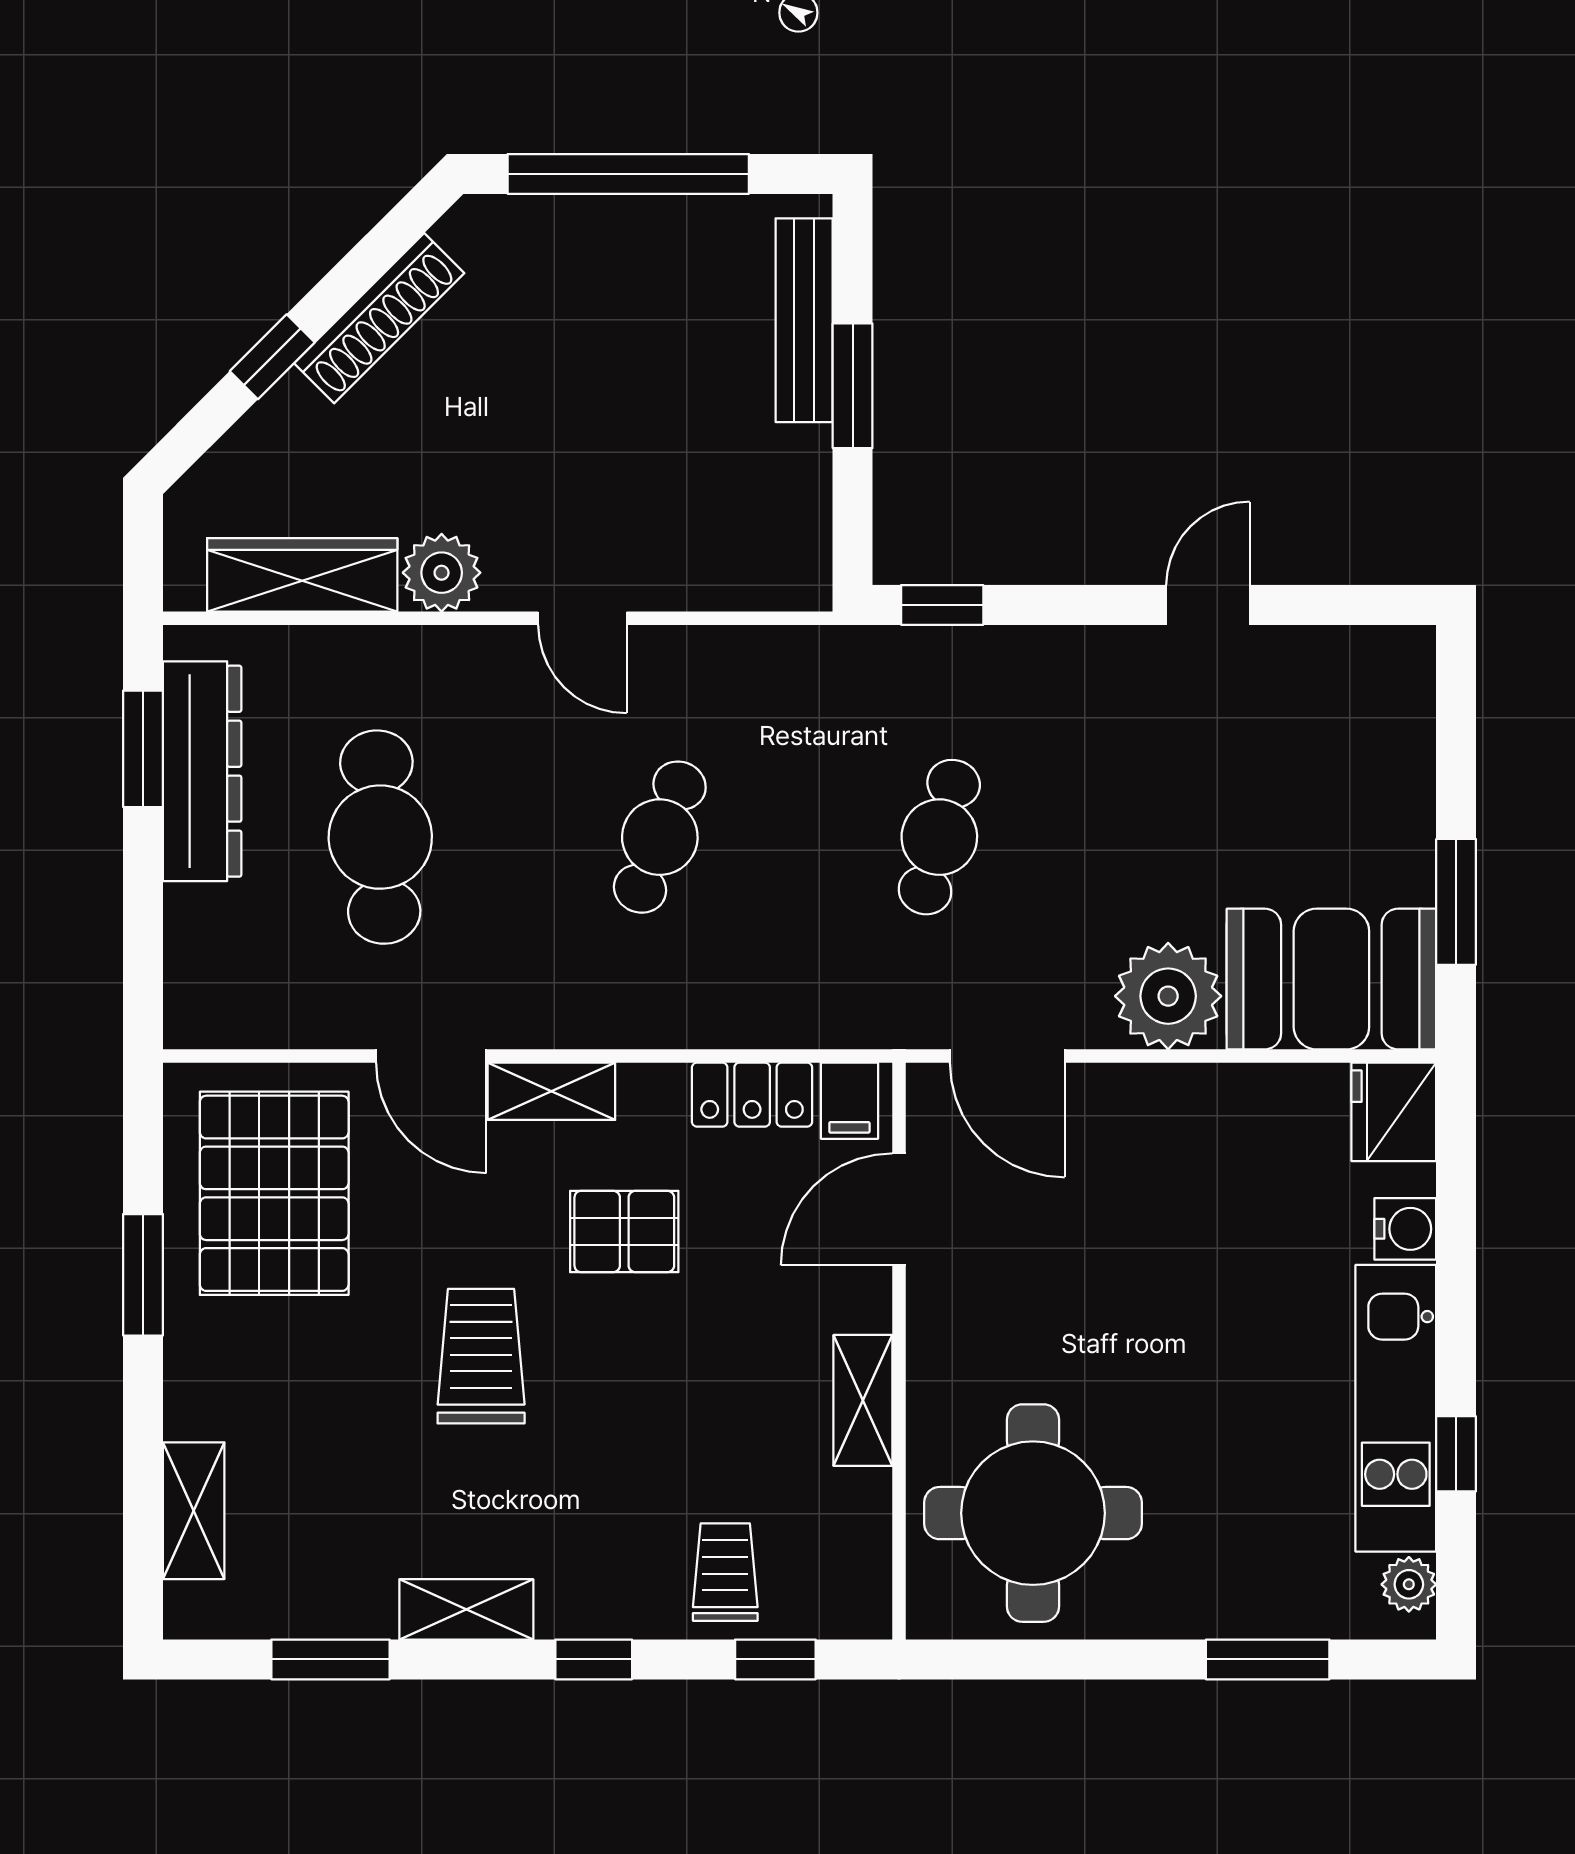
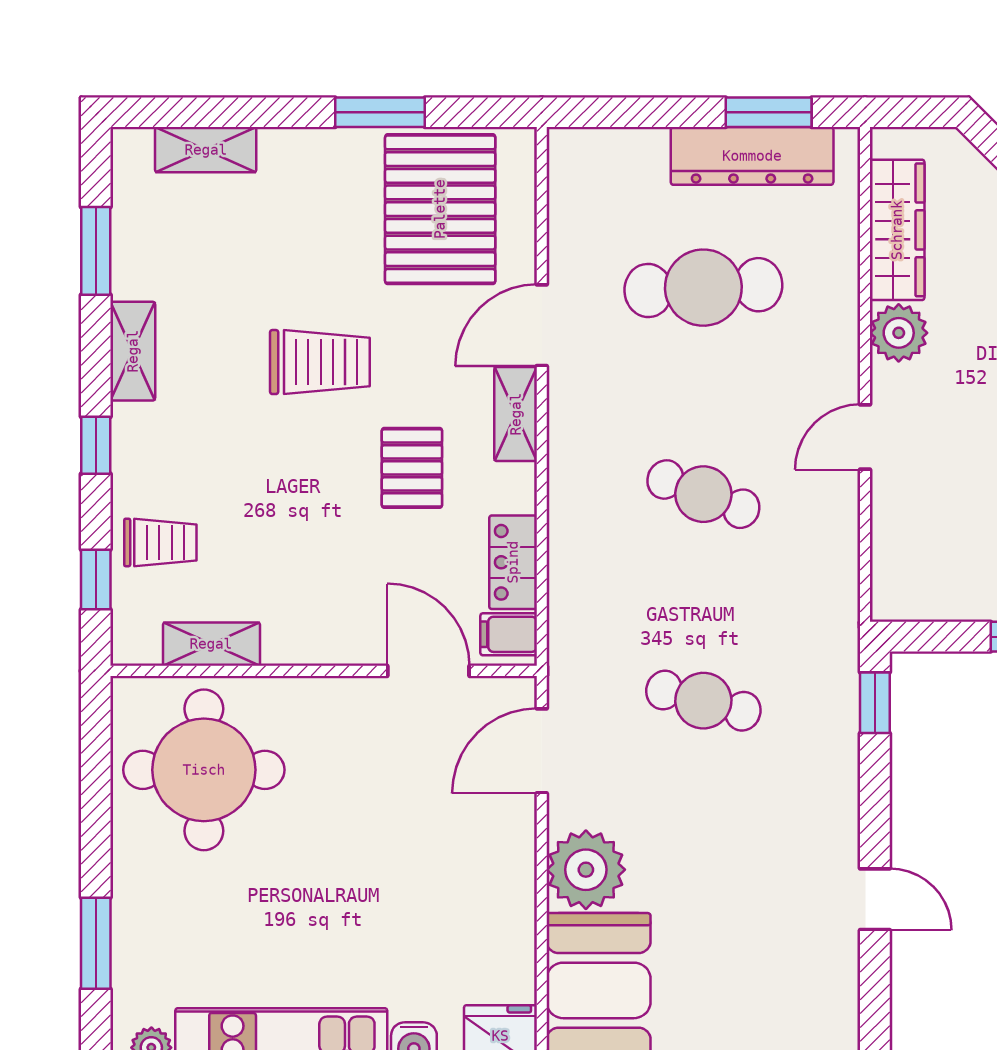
pallet: (274, 1193) -> (440, 209), turned 90
shelving: (863, 1400) -> (211, 644), moved

